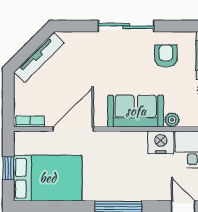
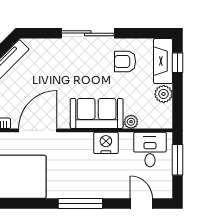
armchair: (166, 56) -> (125, 61), turned -90
nightstand: (161, 142) -> (106, 143), moved

